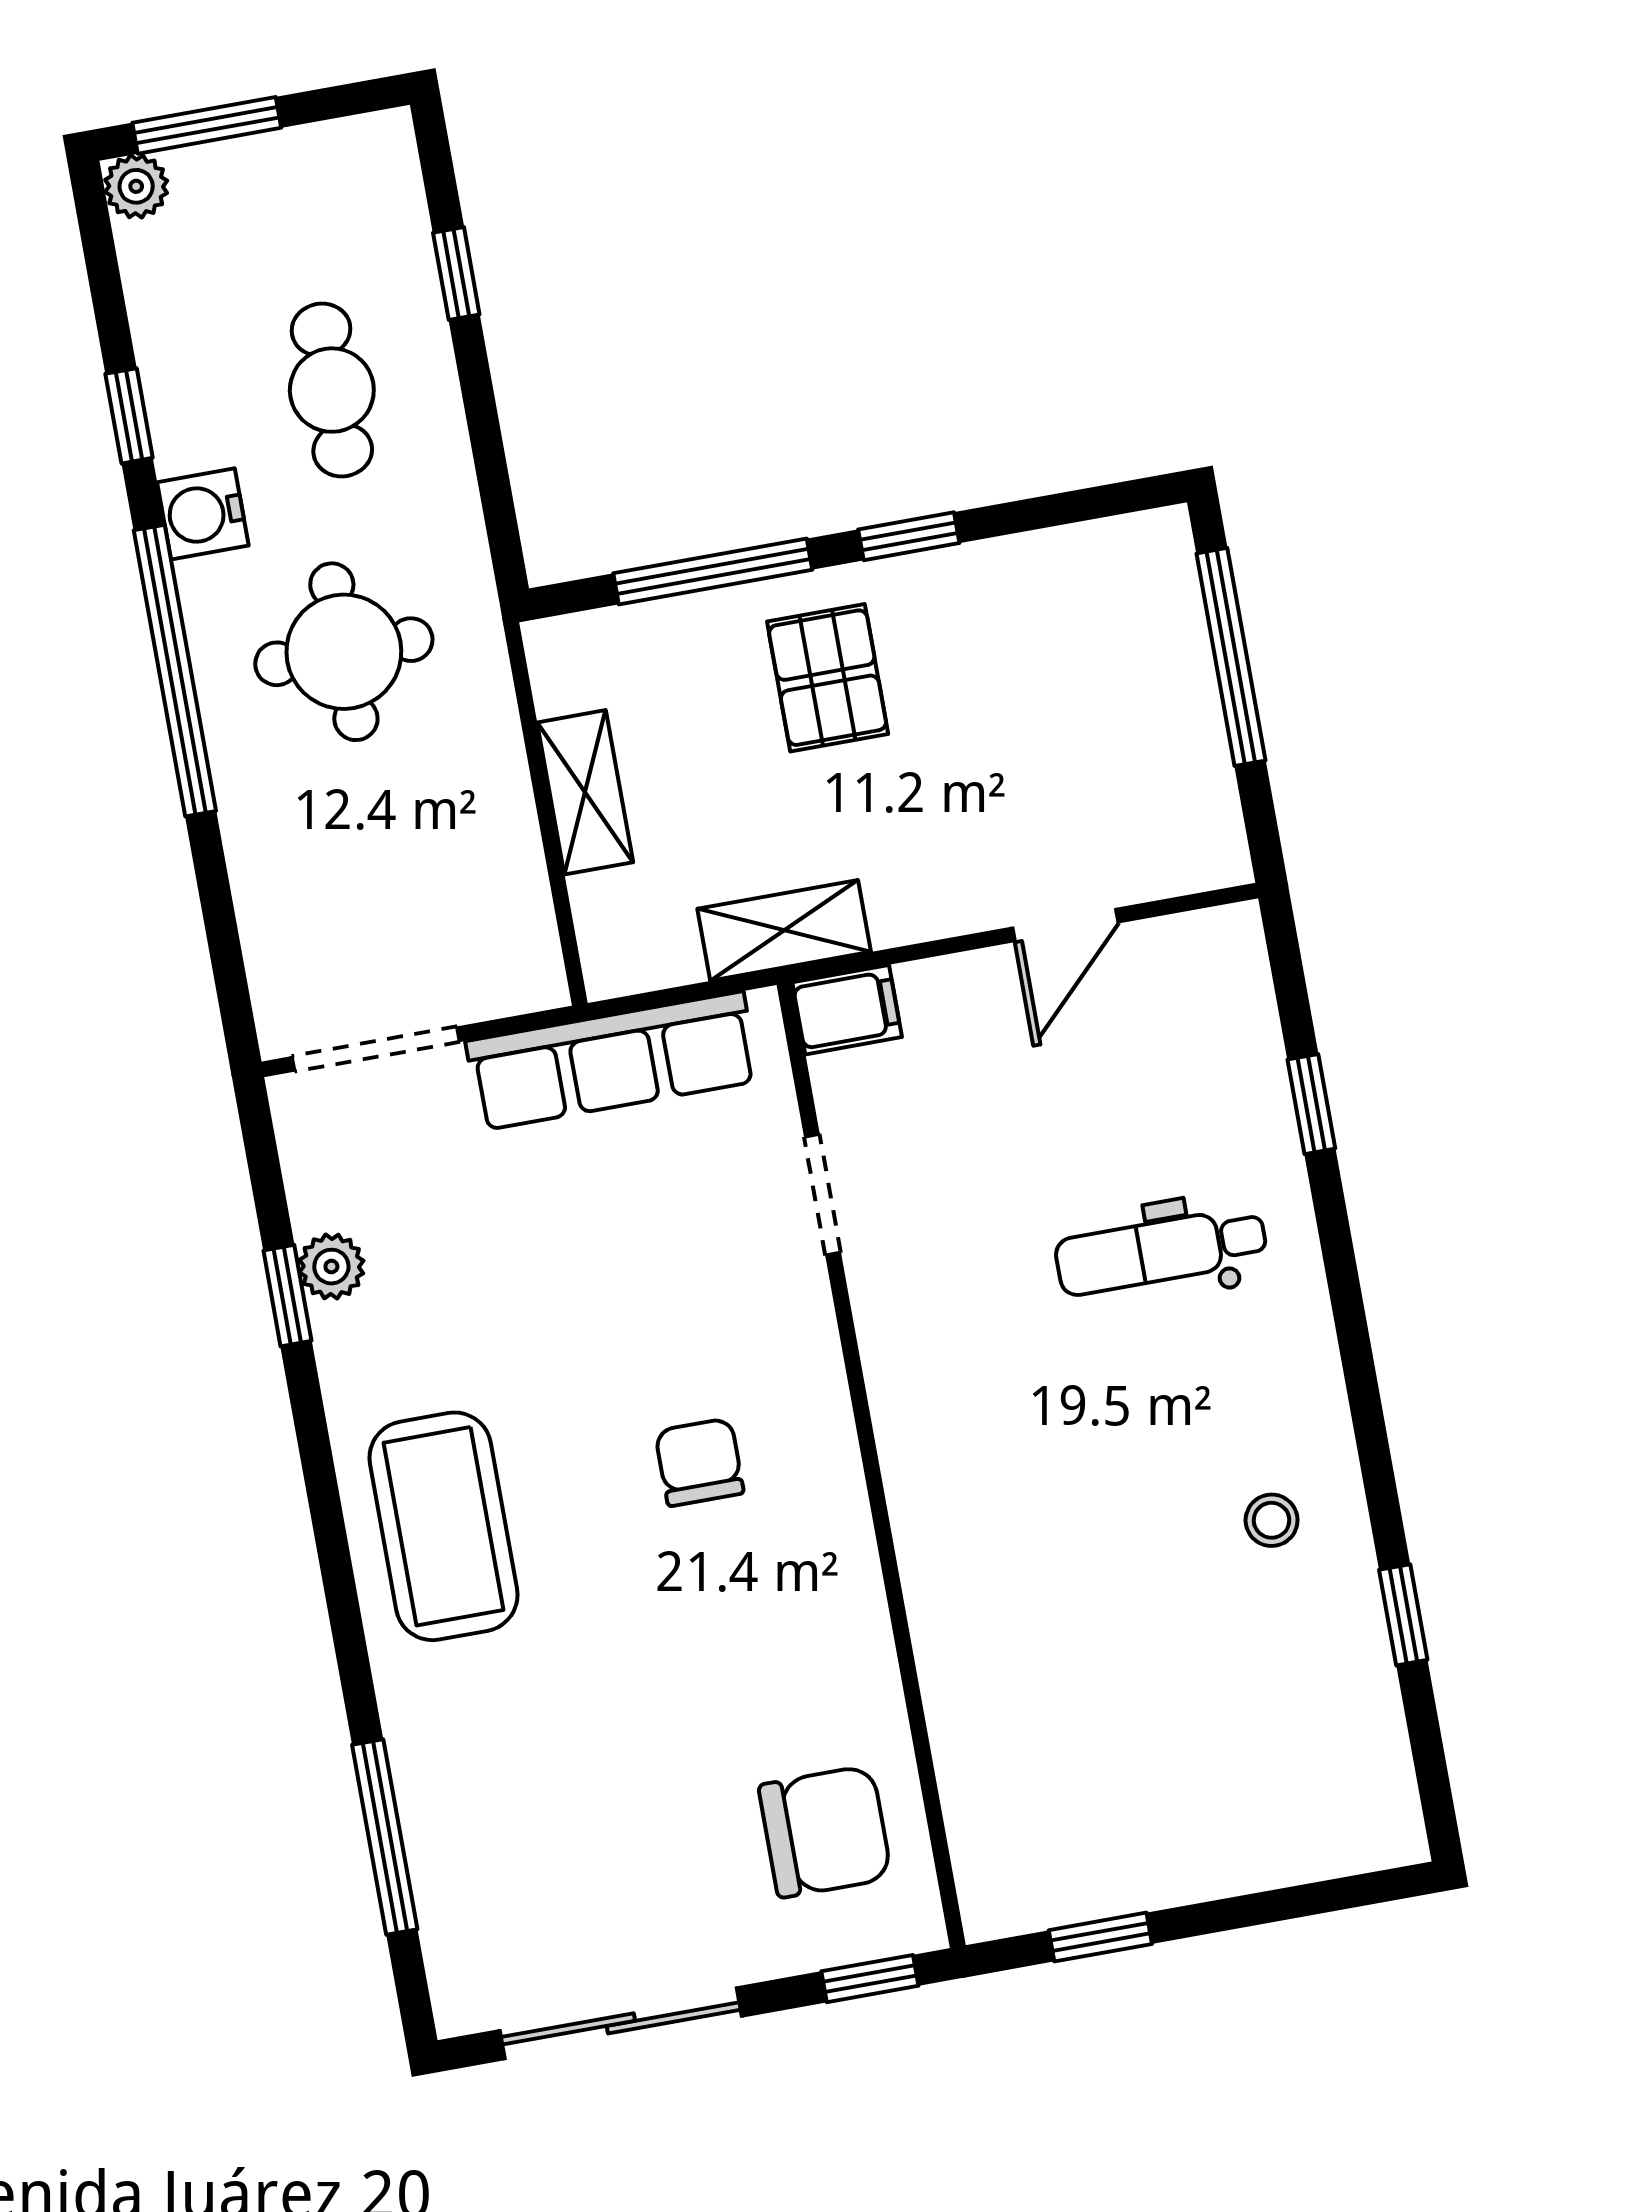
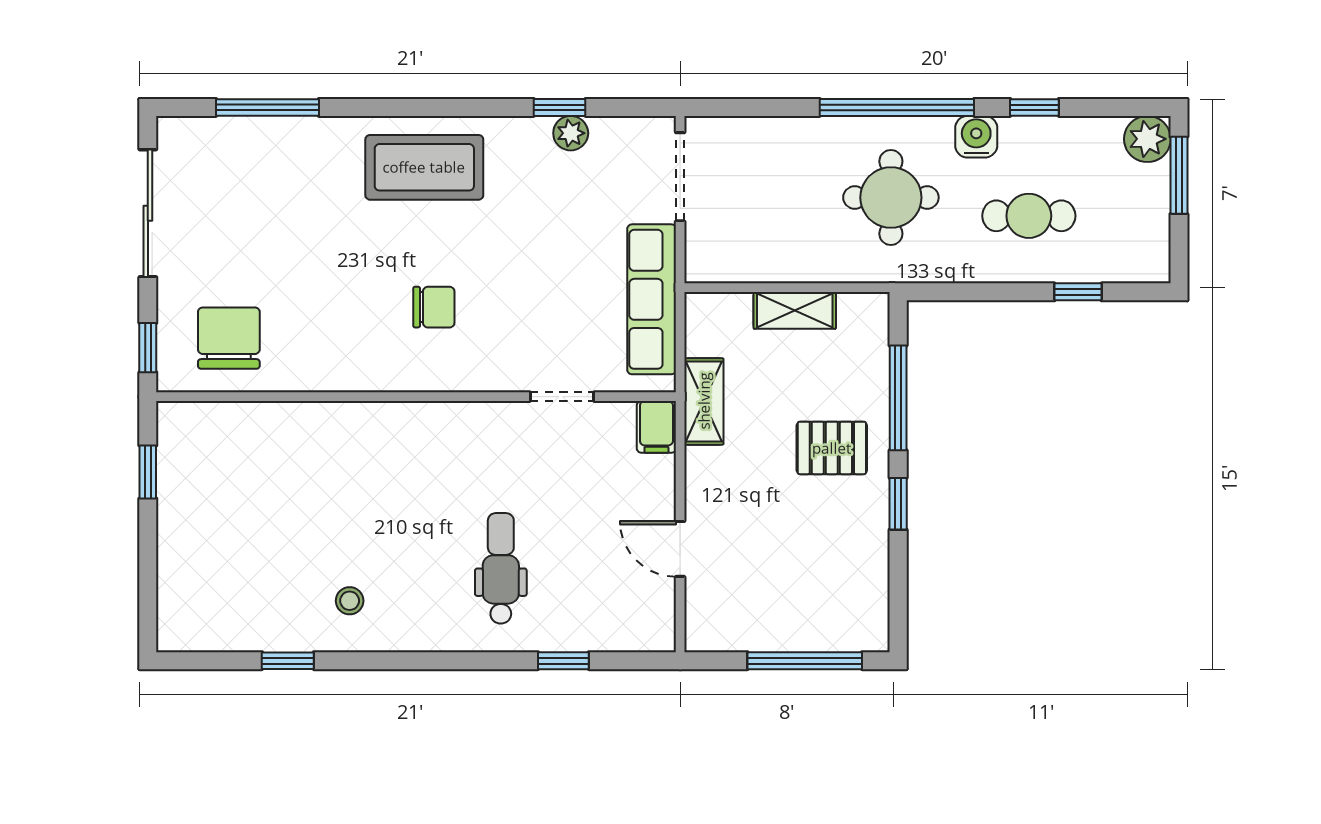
plant: (136, 186) -> (1147, 139), width x1.38, depth x1.38
chair: (825, 1832) -> (229, 338), turned 180

